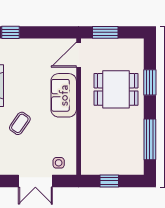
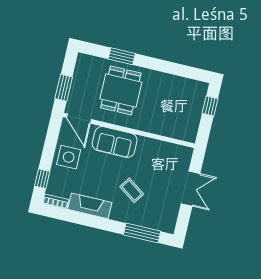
window: (150, 139) -> (176, 69), removed
side table: (59, 163) -> (69, 157), moved, width x1.87, depth x1.87
window: (109, 181) -> (210, 106), moved

